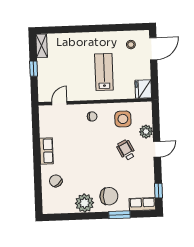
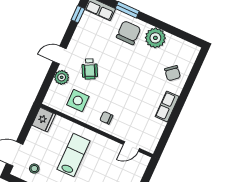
lab bench: (104, 72) -> (74, 155), turned 180
chair: (109, 196) -> (129, 33), turned 90

